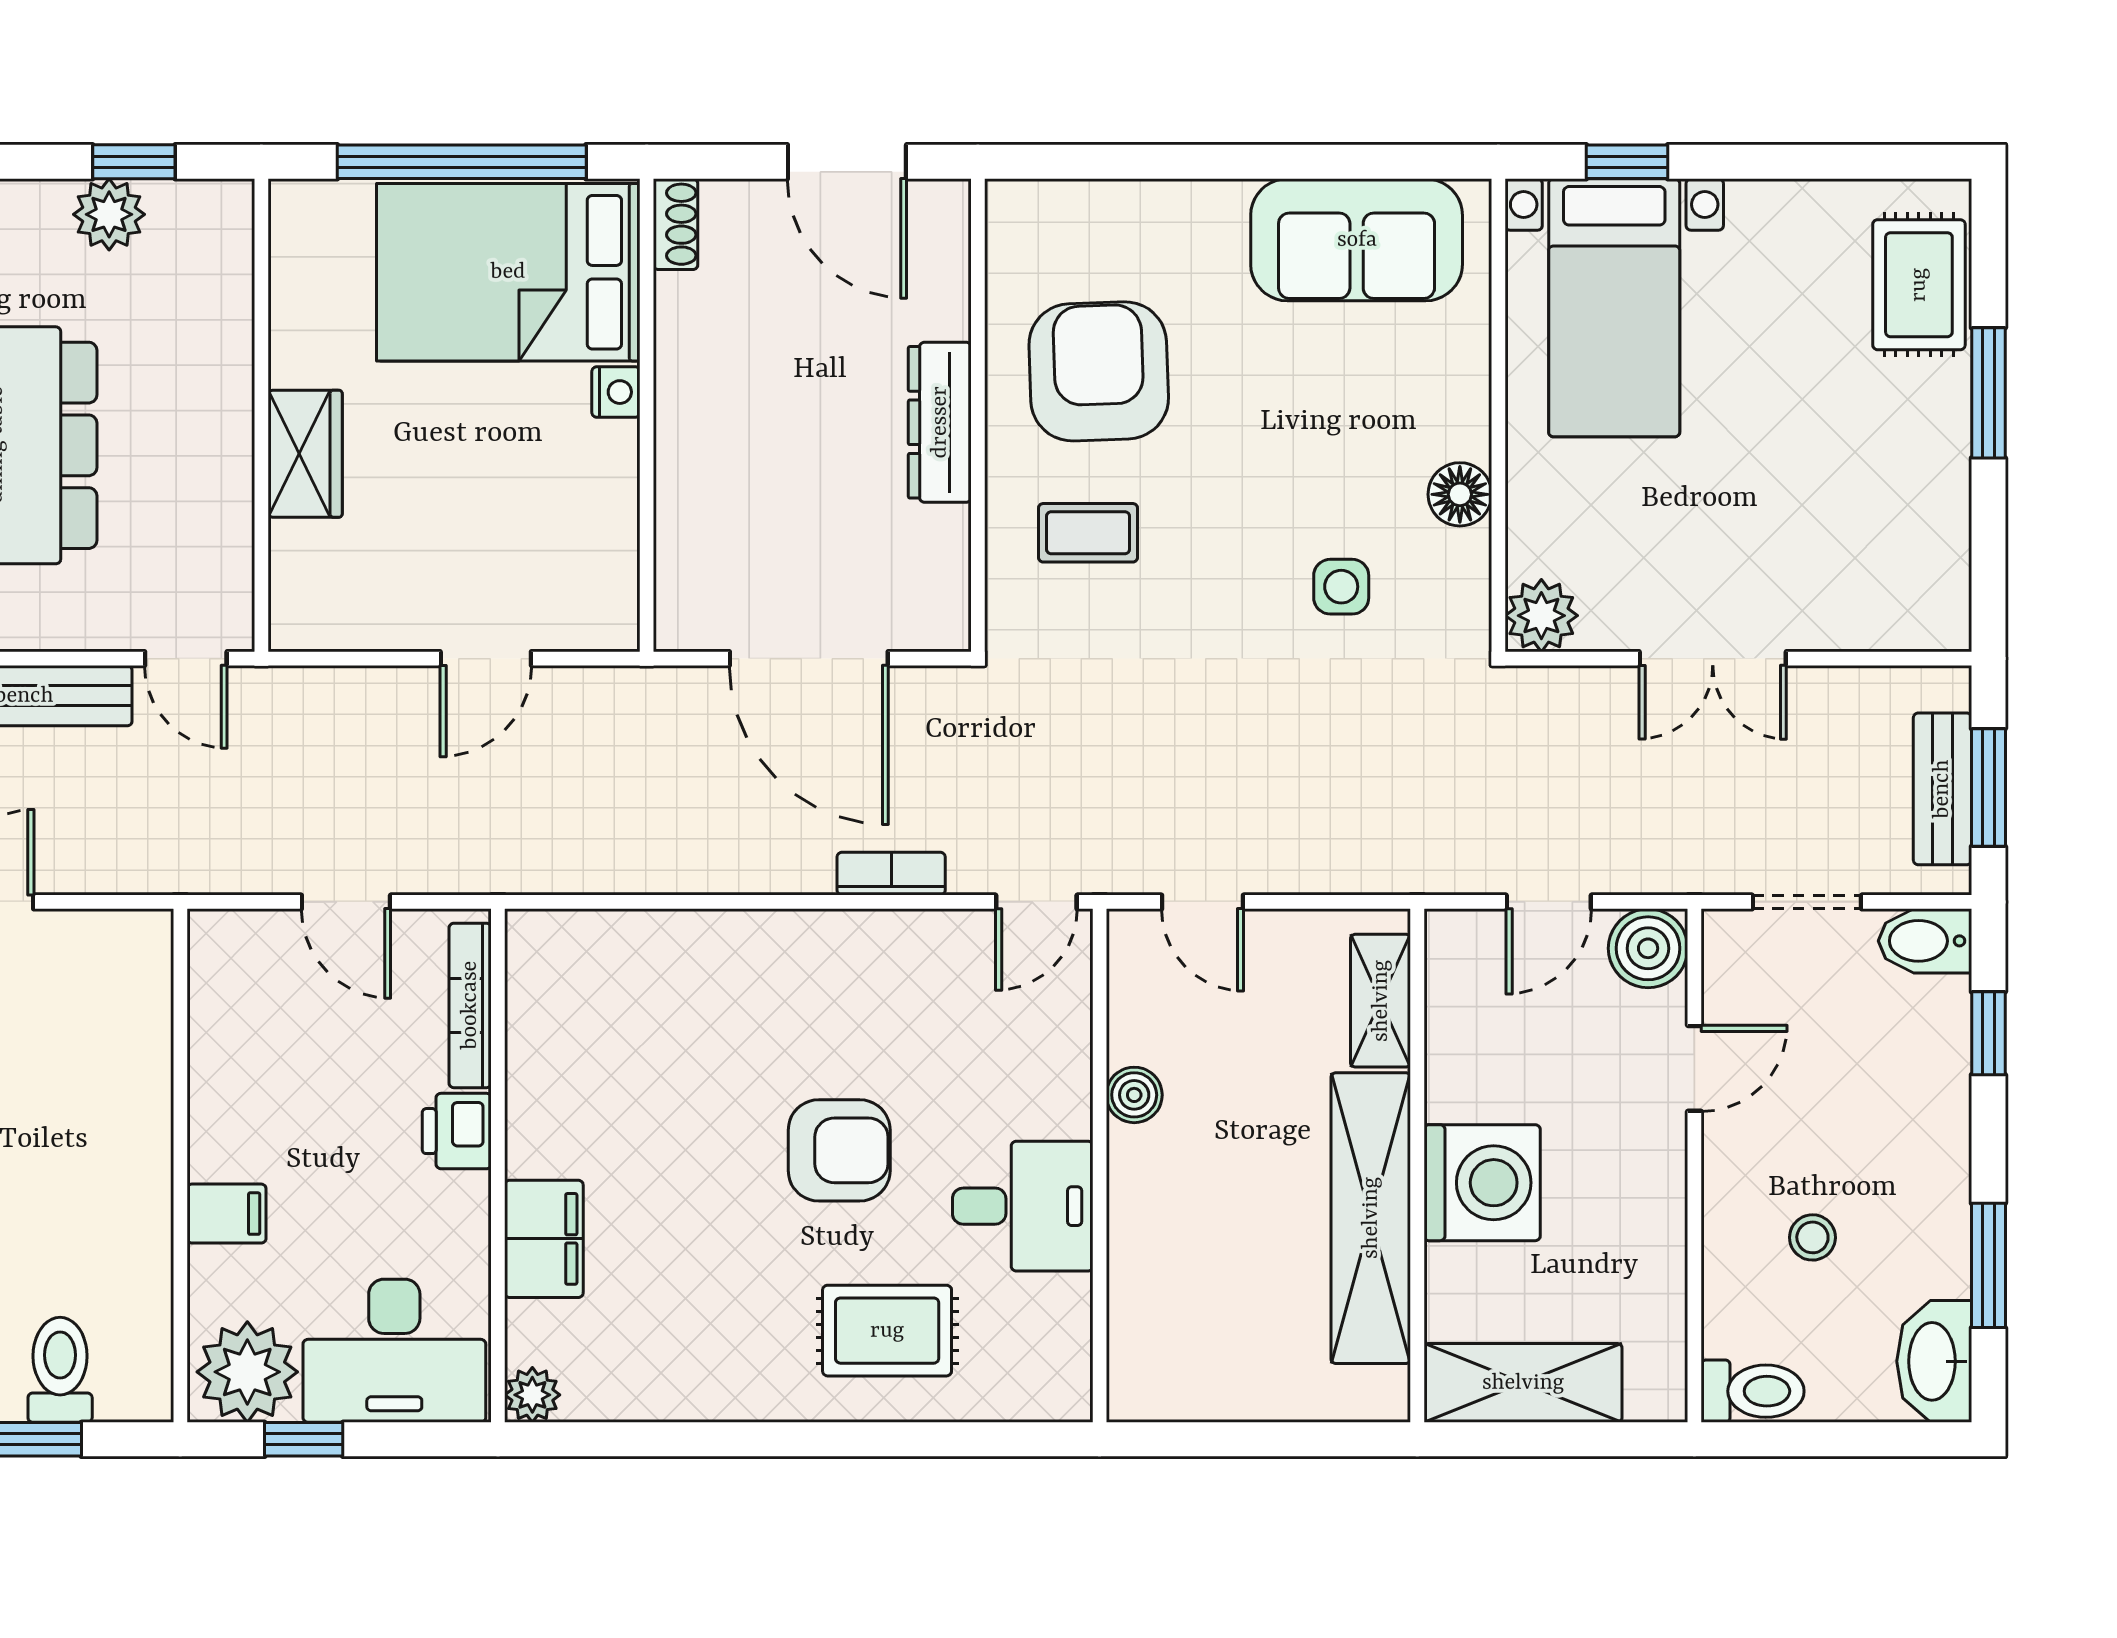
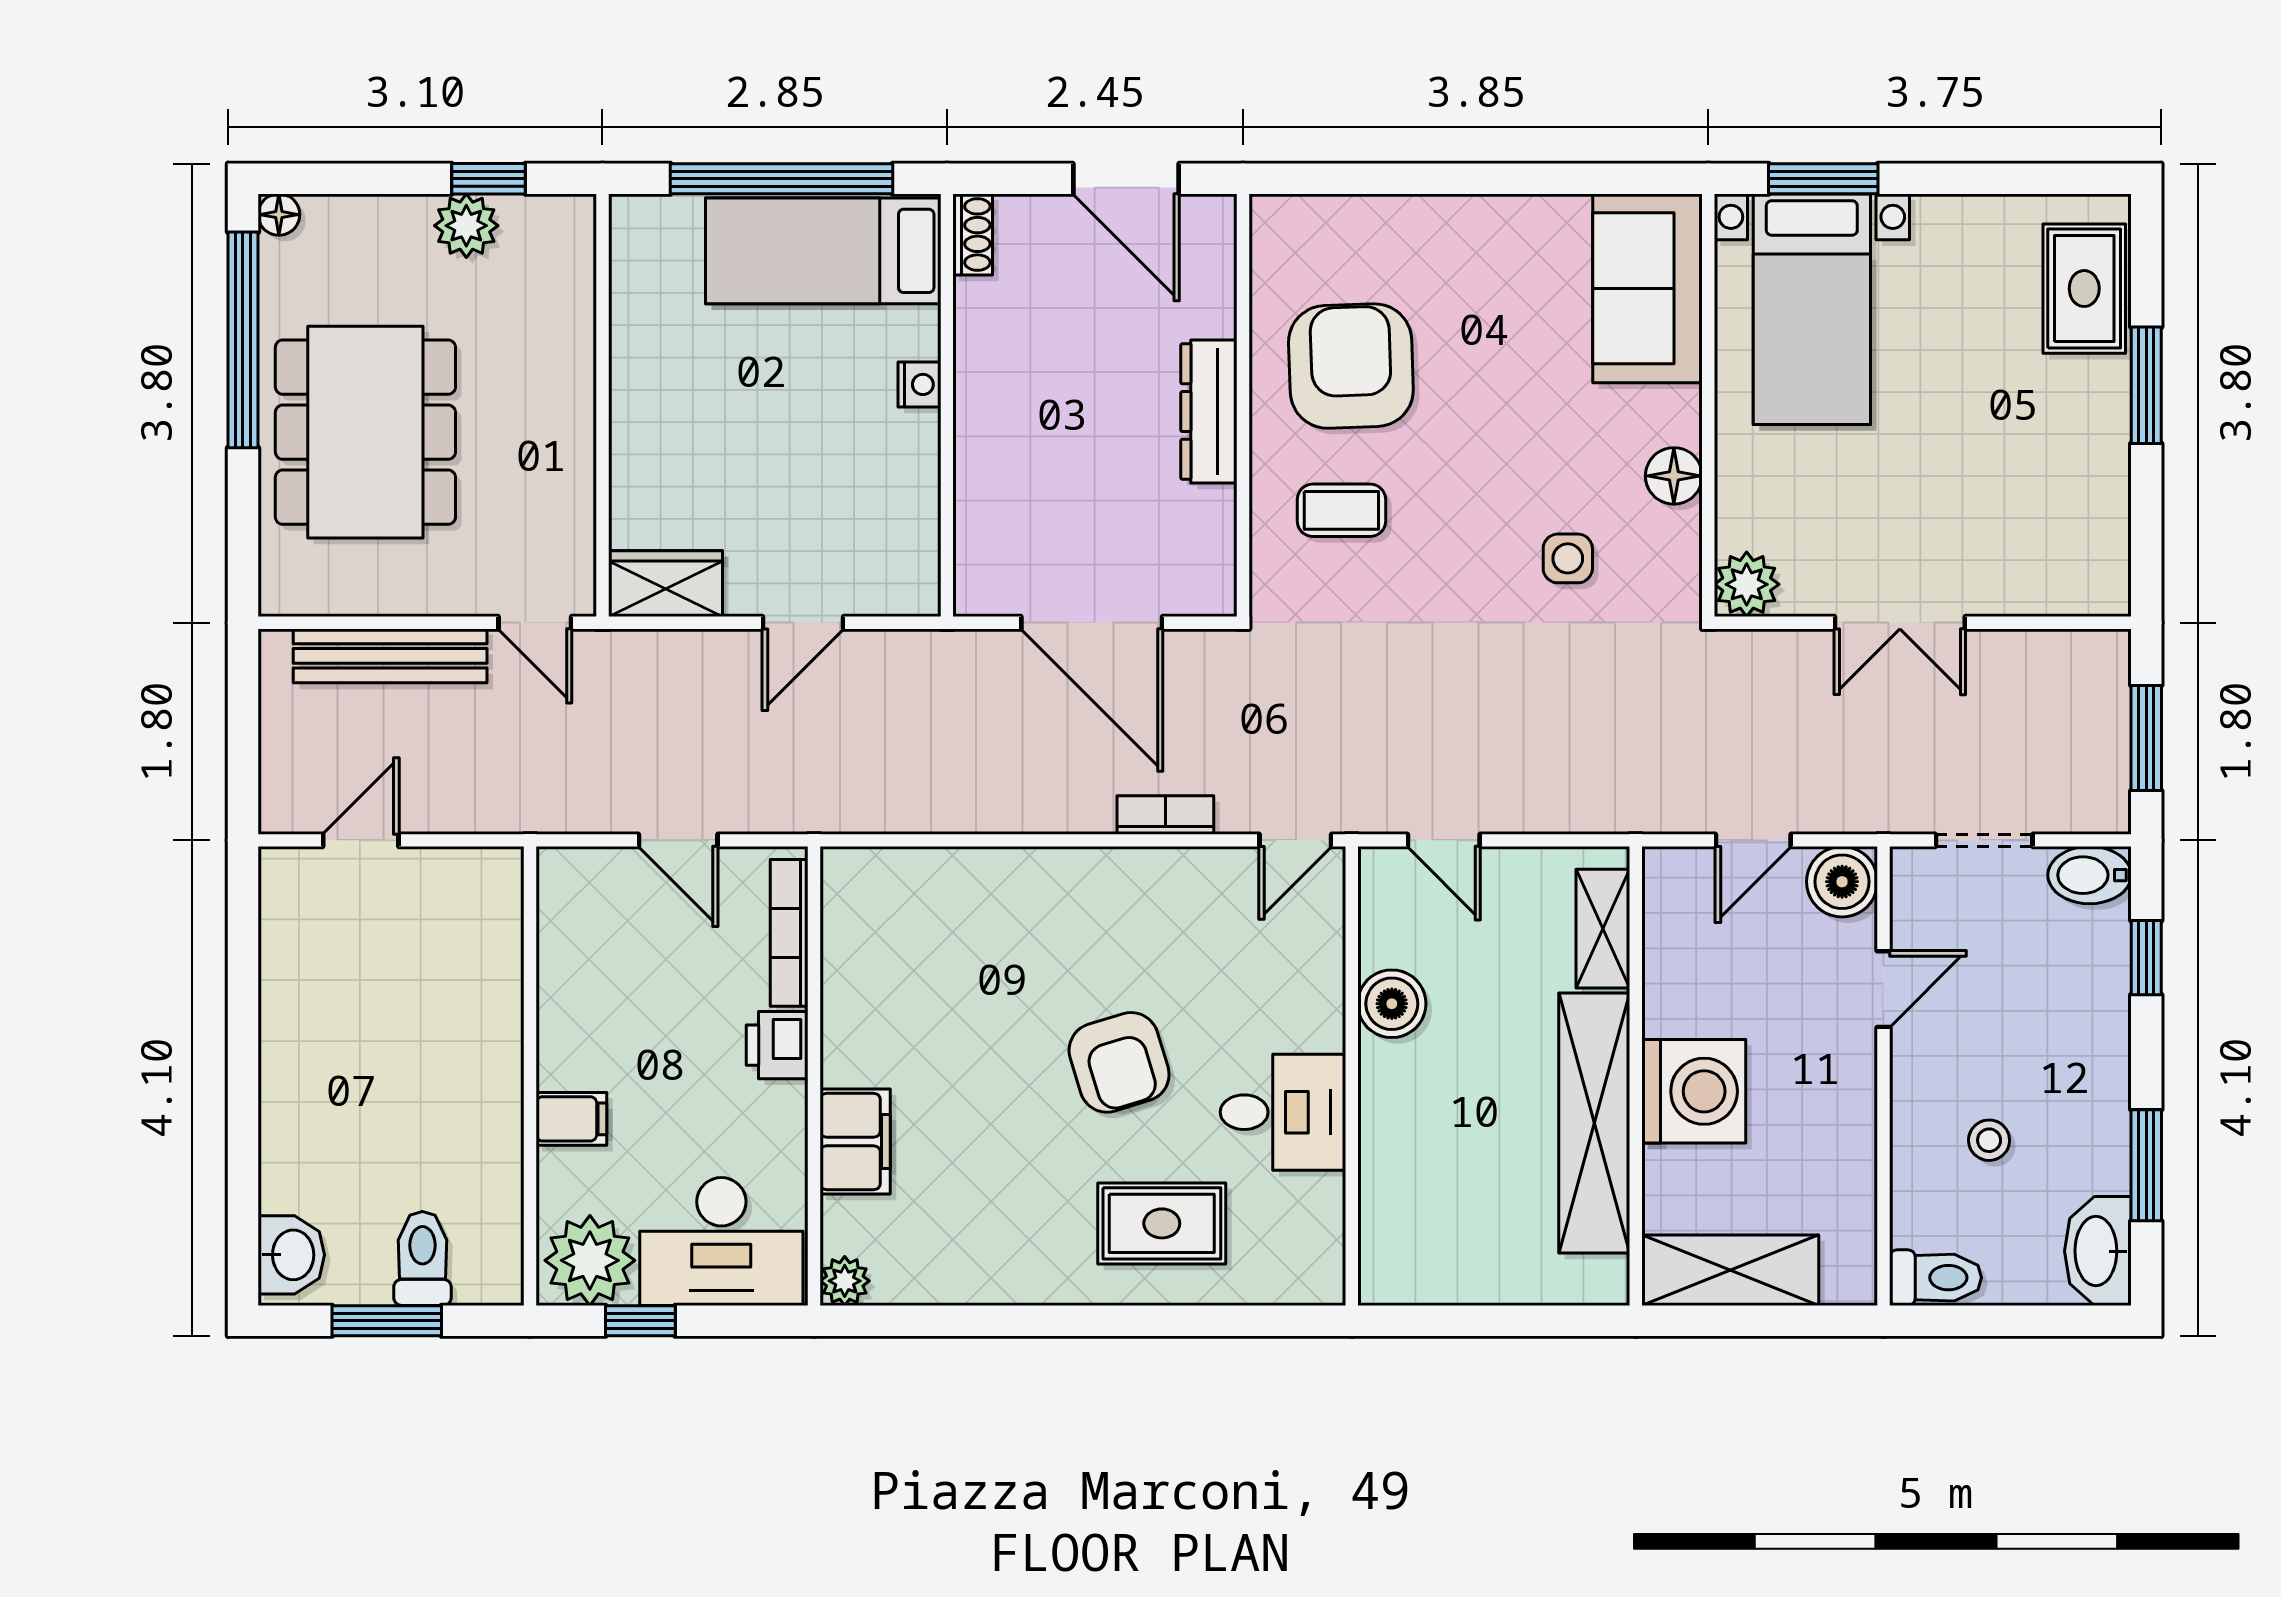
window: (1627, 162) -> (1823, 179), width x1.50
sofa: (1357, 240) -> (1648, 288), moved, turned 90
bed: (508, 272) -> (823, 251), width x0.67
wardrobe: (305, 454) -> (665, 584), moved, turned -90
bench: (1942, 789) -> (2105, 739), removed
boiler: (1134, 1095) -> (1392, 1004), width x1.36, depth x1.36
armchair: (839, 1150) -> (1119, 1062), turned 73

